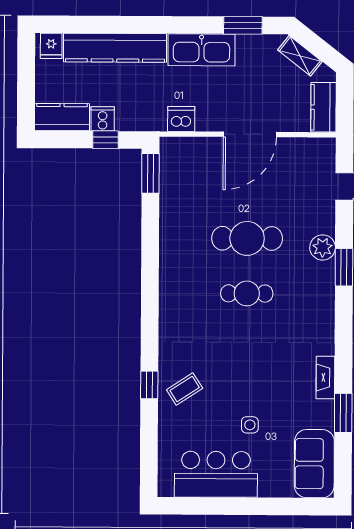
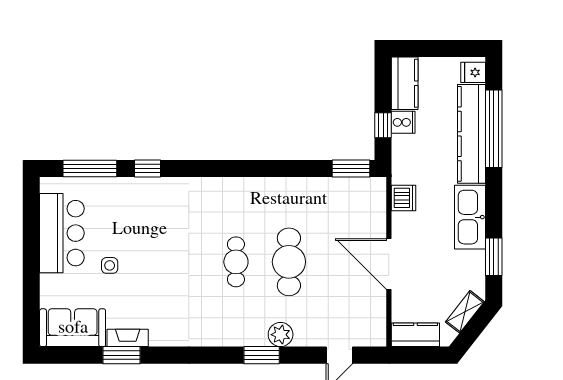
window: (110, 25) -> (494, 129), added
fireplace: (325, 377) -> (128, 338), moved
coffee table: (185, 389) -> (144, 203), removed
window: (149, 445) -> (90, 169), added

